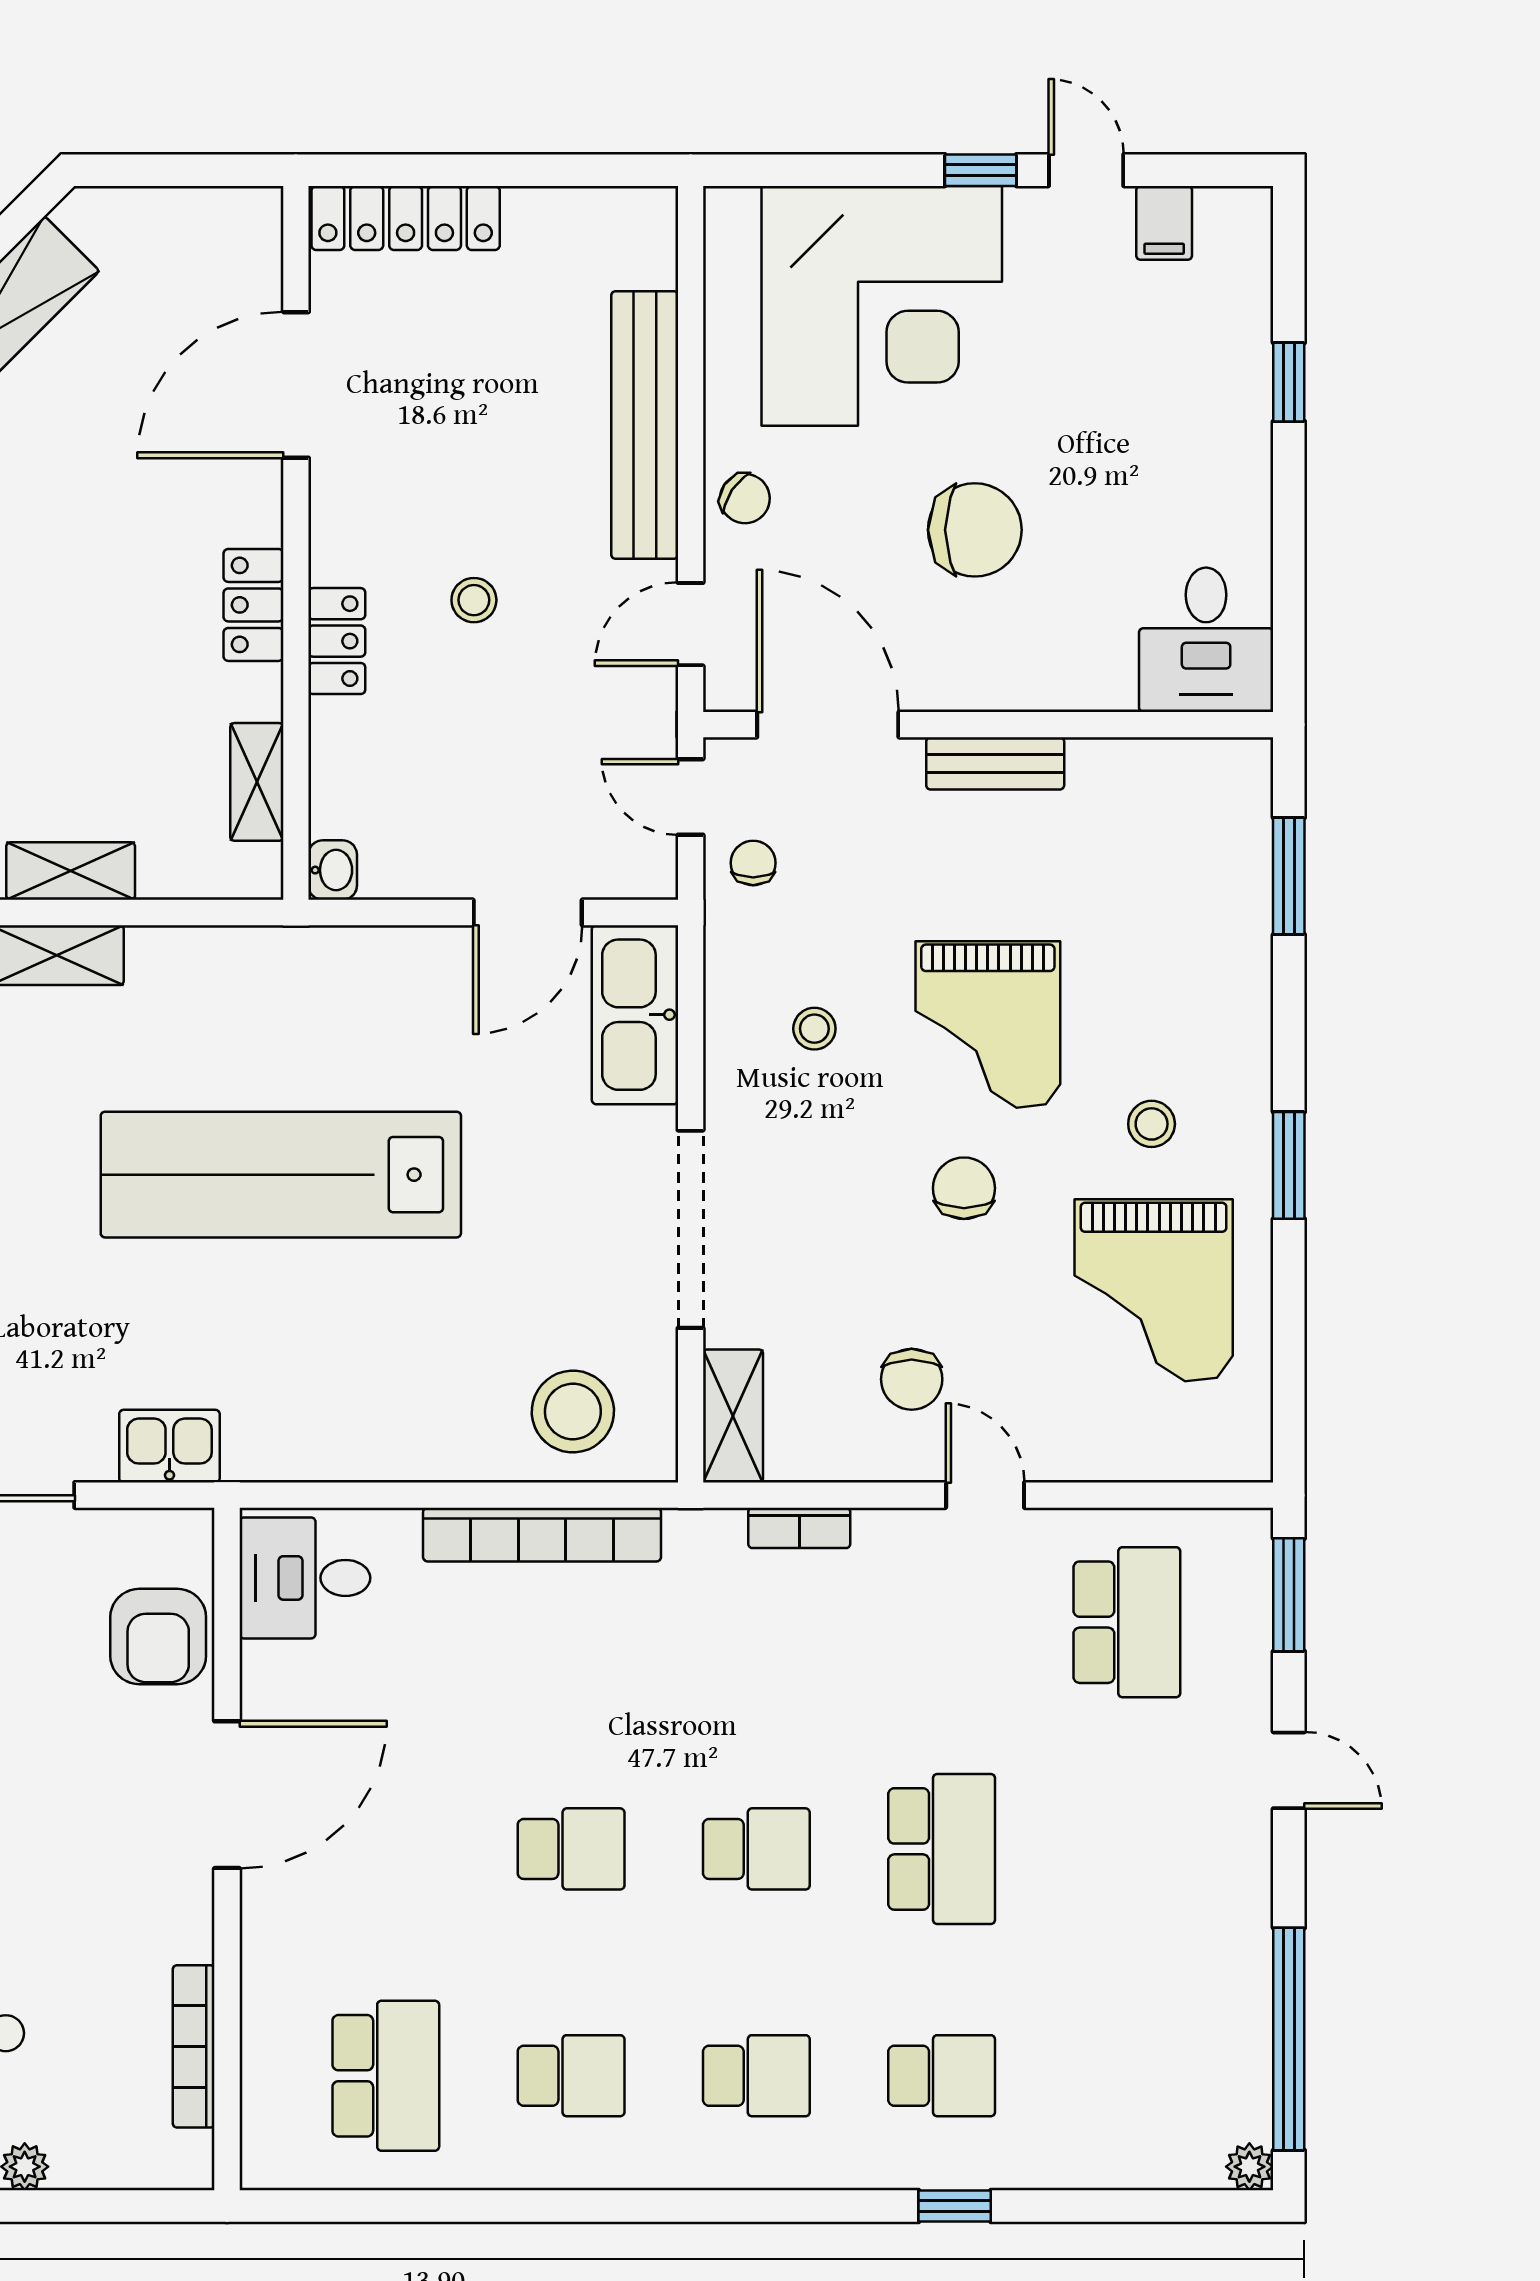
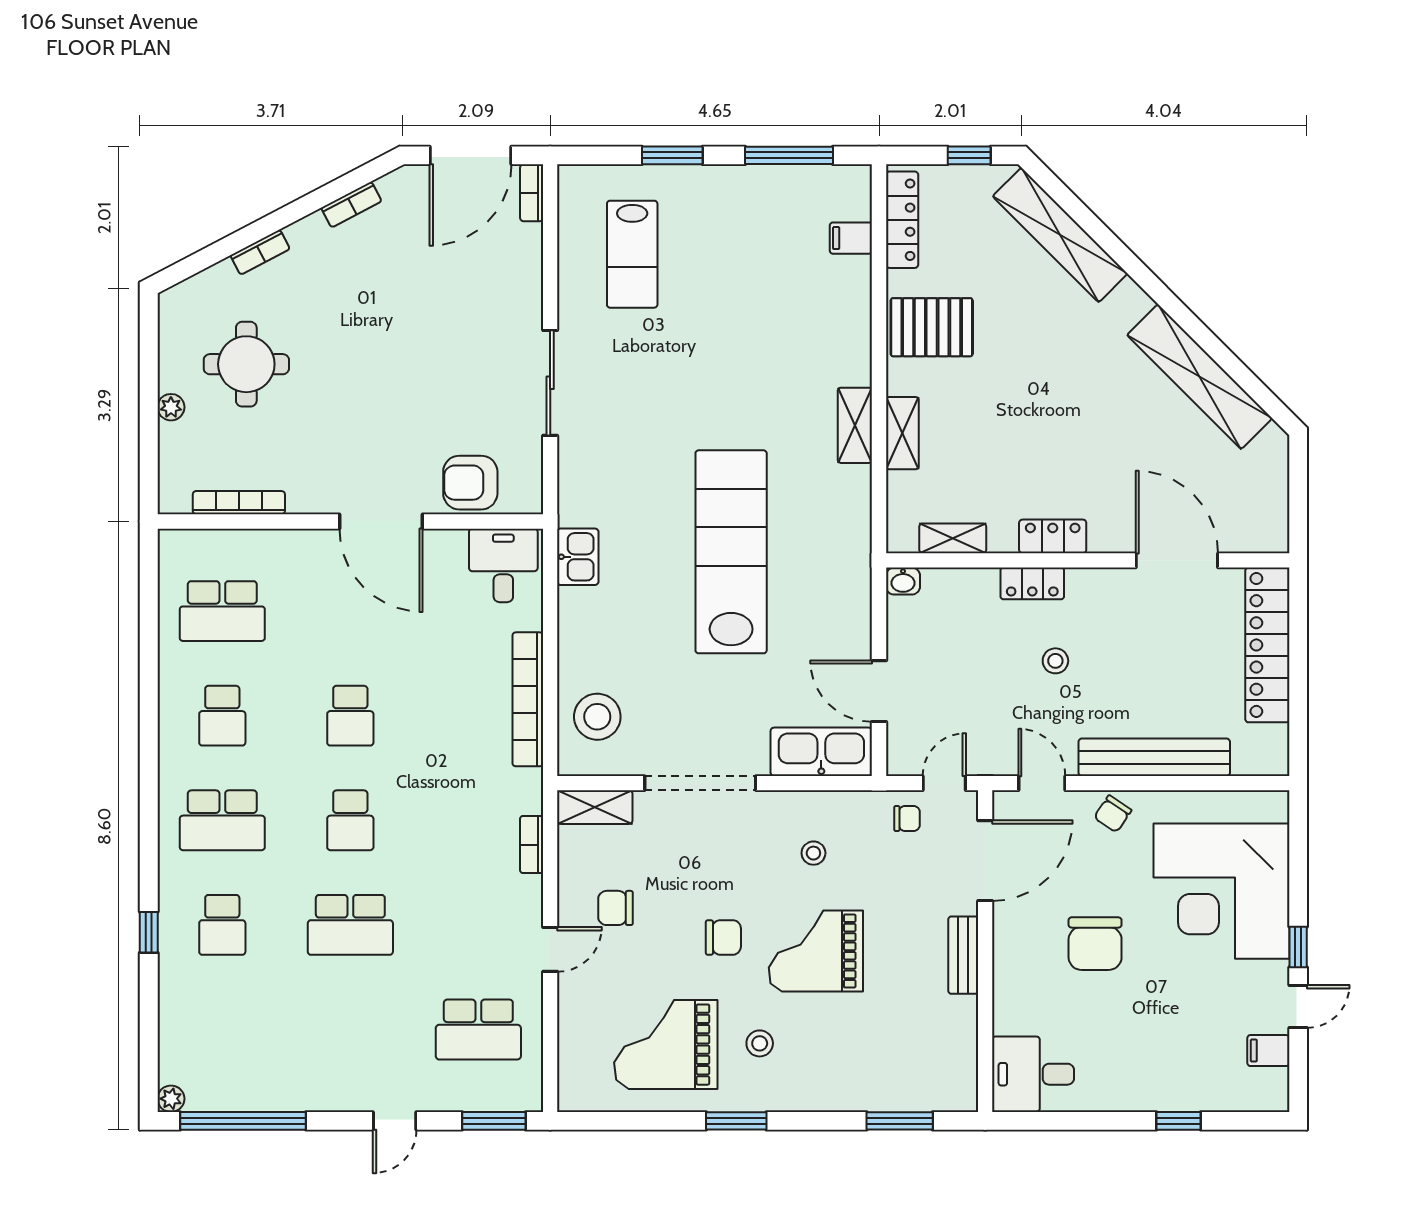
locker: (406, 218) -> (1267, 645), width x1.41, depth x1.21
kitchen sink: (169, 1446) -> (578, 557), moved
school desk: (756, 2076) -> (222, 820), width x1.85

